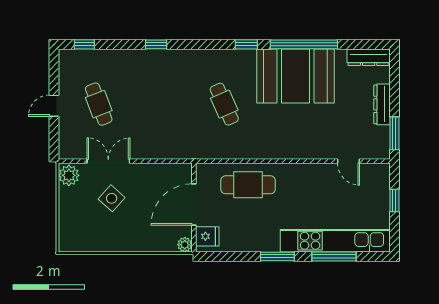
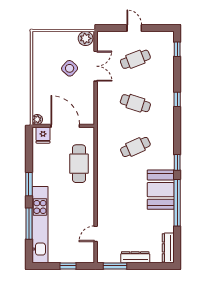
booth: (296, 76) -> (161, 190), width x0.73, depth x0.70
cafe table: (161, 104) -> (135, 103), added

